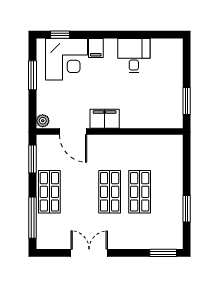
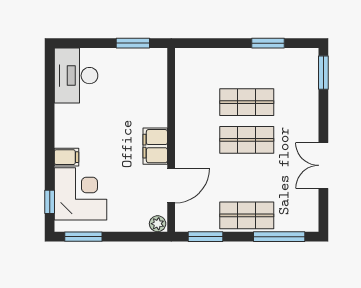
desk: (134, 56) -> (76, 76), moved, width x1.37
window: (32, 75) -> (83, 237), moved

